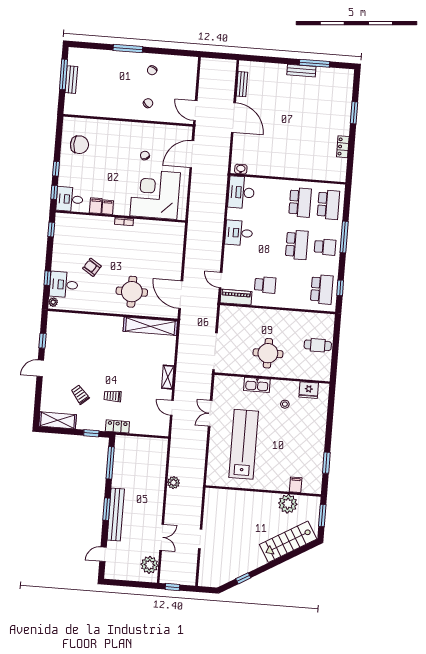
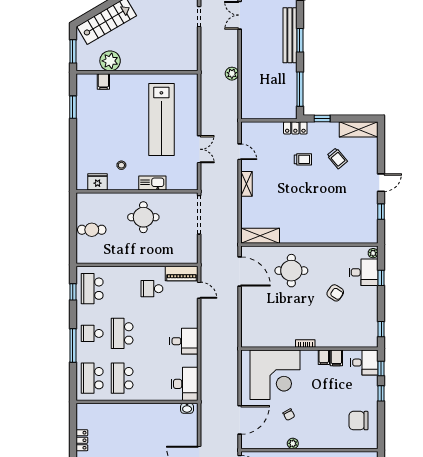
plant: (143, 128) -> (293, 443), added
shelving: (150, 326) -> (260, 236), width x0.68

